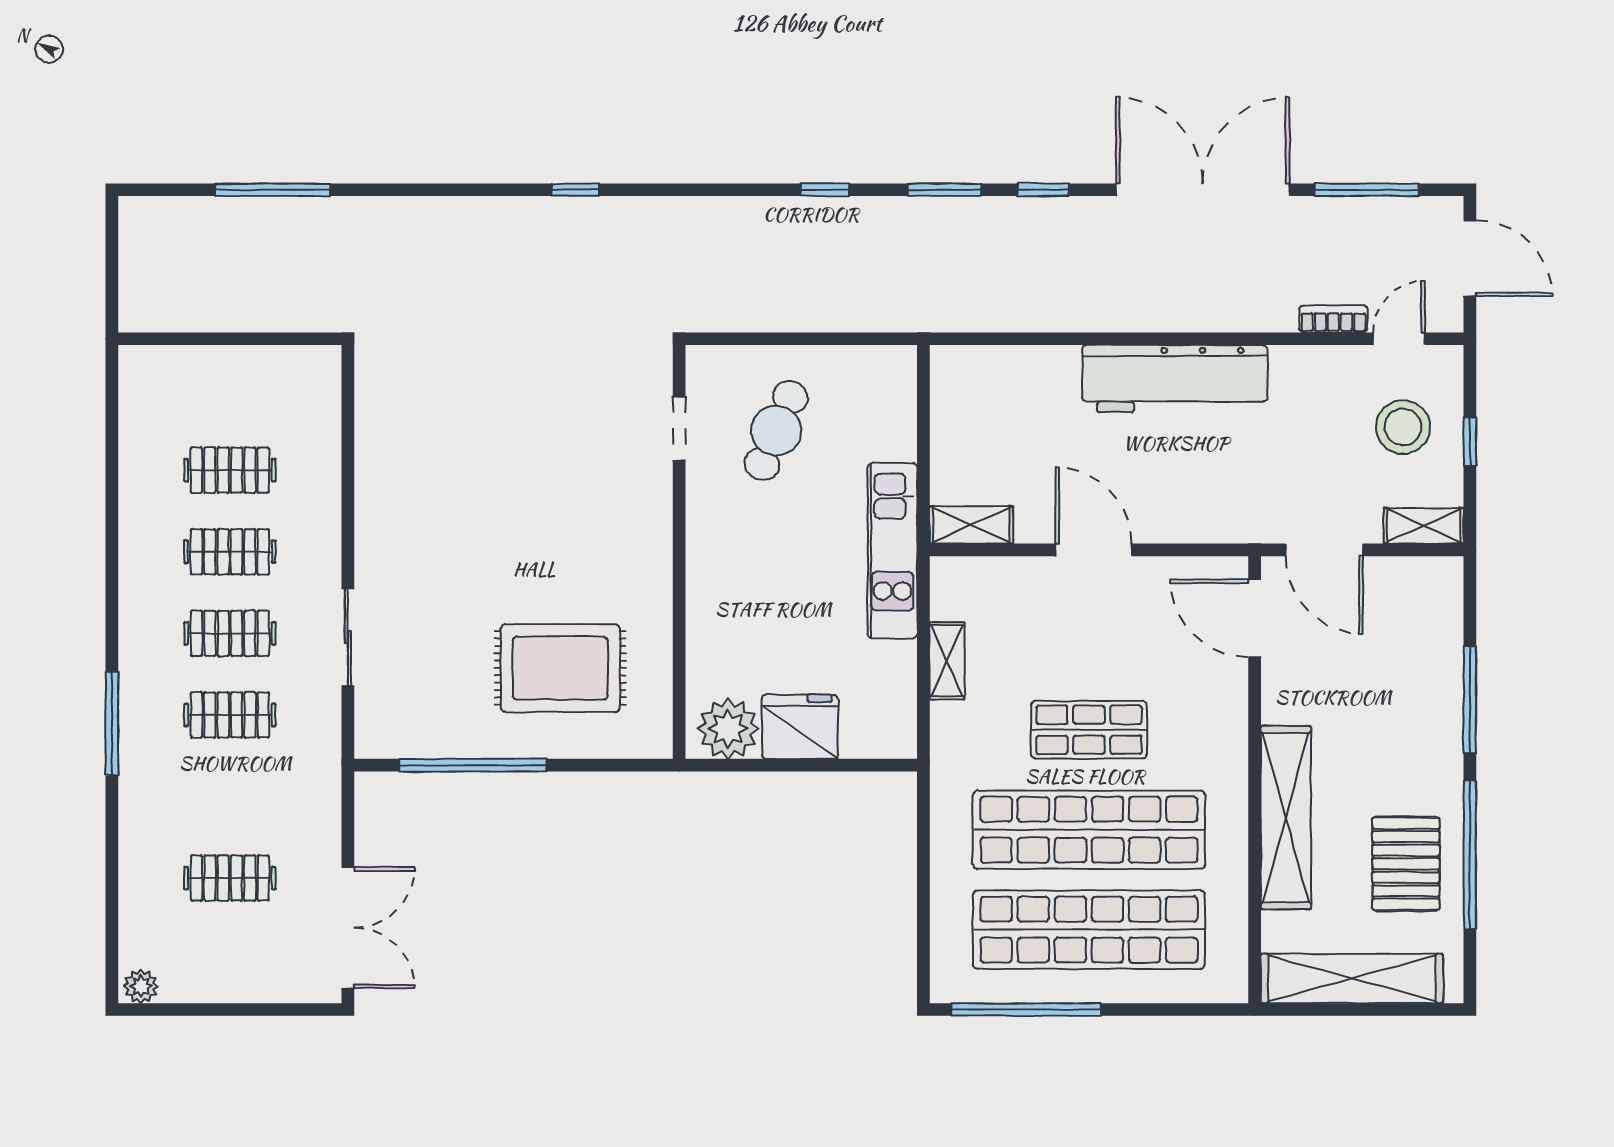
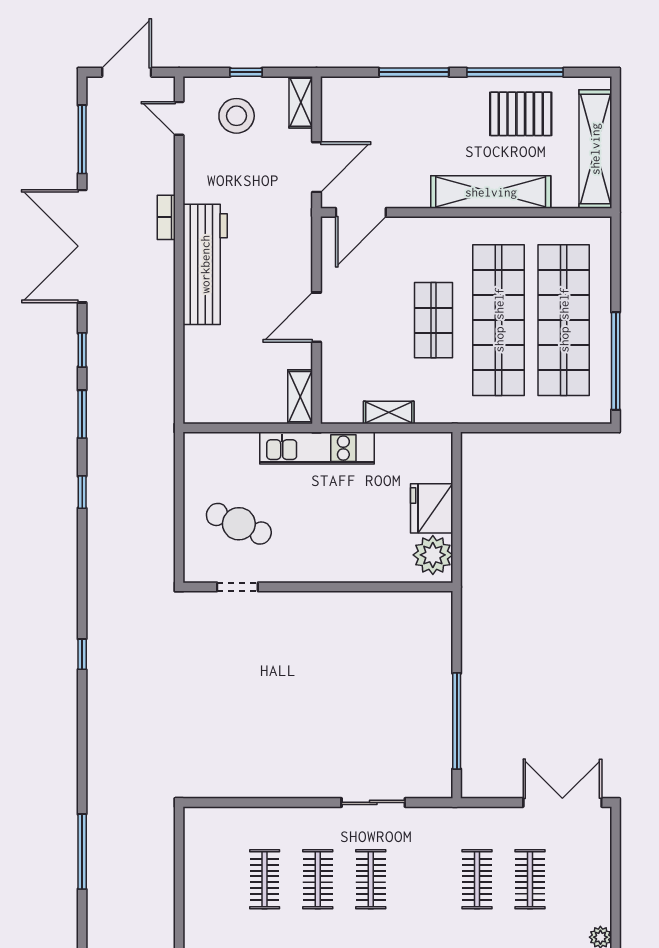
bookcase: (1333, 319) -> (166, 217), moved
rug: (560, 668) -> (393, 664), removed
clothes rail: (230, 715) -> (477, 879), moved

